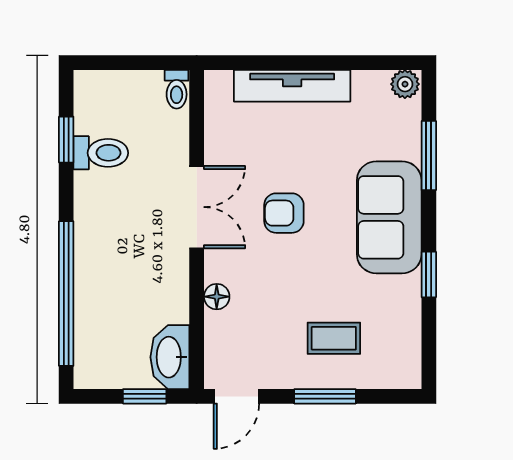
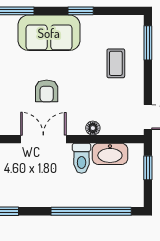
toilet: (101, 153) -> (82, 158), moved, turned 180
washbasin: (170, 357) -> (110, 154), moved
window: (325, 396) -> (148, 43), moved

